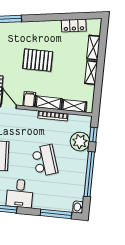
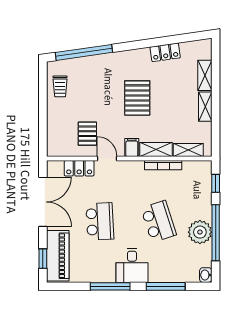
locker: (74, 26) -> (165, 52), moved
pallet: (38, 60) -> (137, 98), turned 90
plant: (80, 142) -> (200, 232), moved
window: (56, 214) -> (166, 286), moved

